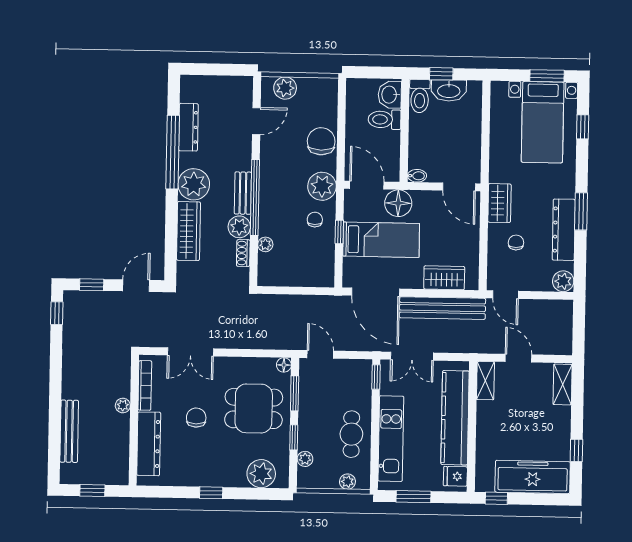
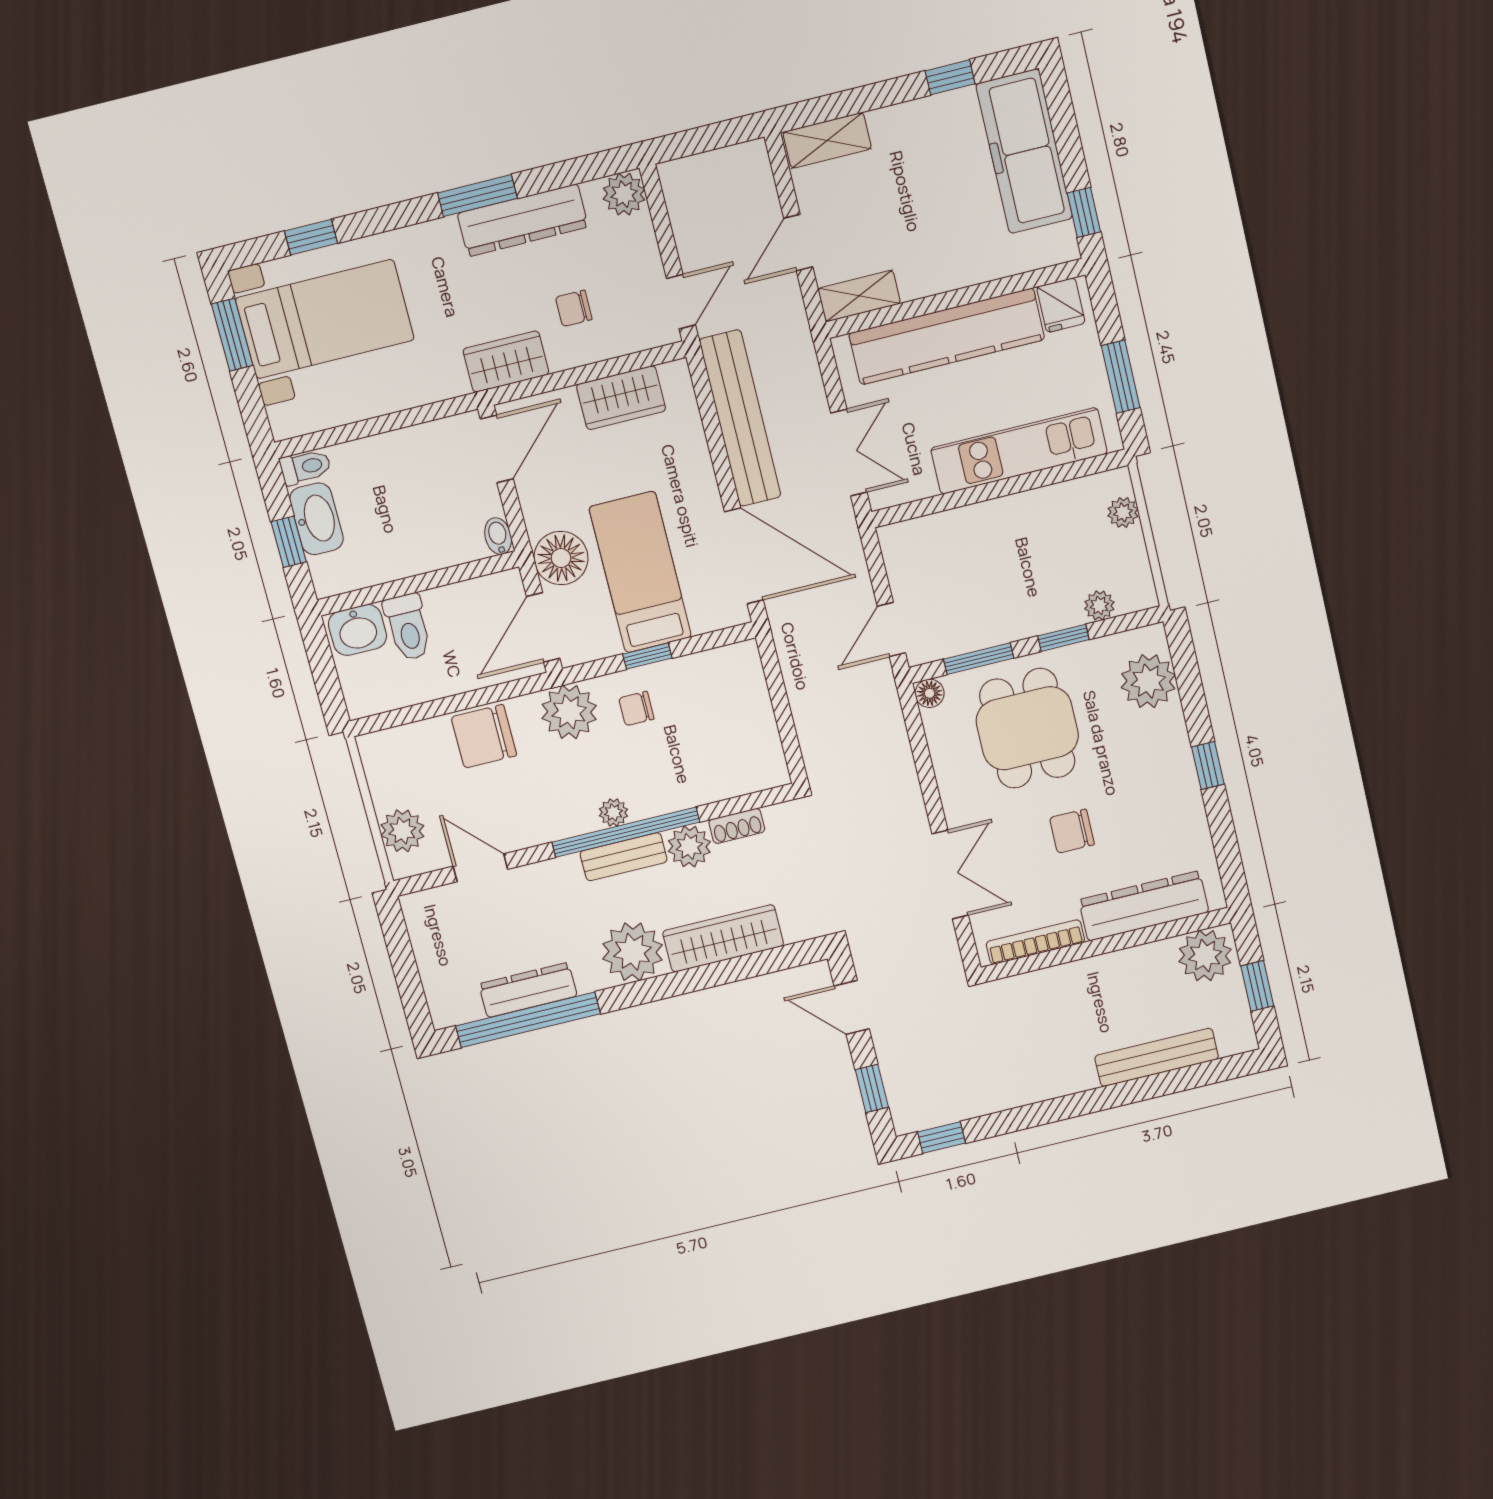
toilet: (420, 96) -> (305, 467), moved, width x0.73, depth x0.72
window: (173, 152) -> (528, 1020), moved
plant: (265, 244) -> (613, 812), moved
wardrobe: (444, 278) -> (621, 398), moved, turned -90
door: (376, 292) -> (744, 556), hinge flipped
window: (376, 377) -> (907, 511), removed
plant: (123, 406) -> (1205, 956), moved, width x1.87, depth x1.87
cafe table: (351, 434) -> (1029, 529), removed

